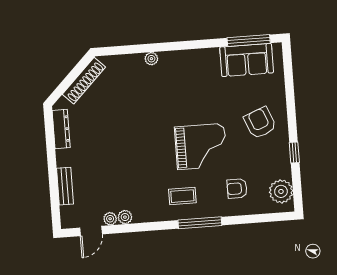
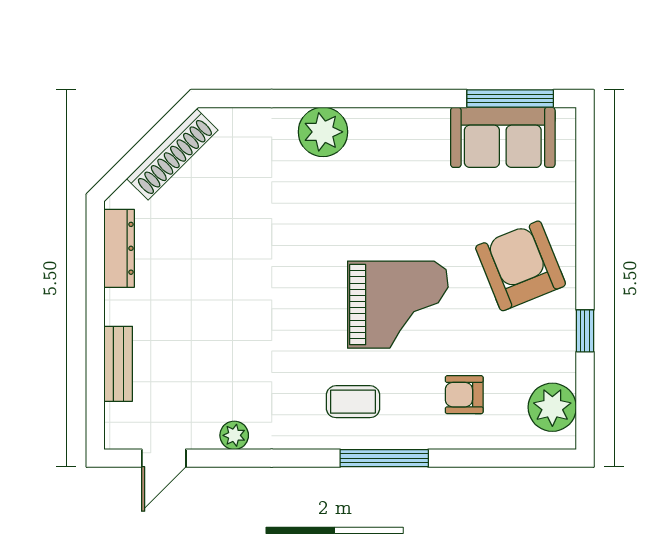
plant: (151, 59) -> (323, 132), width x1.88, depth x1.88
armchair: (260, 123) -> (521, 266), width x1.36, depth x1.36
plant: (110, 219) -> (204, 436), removed

